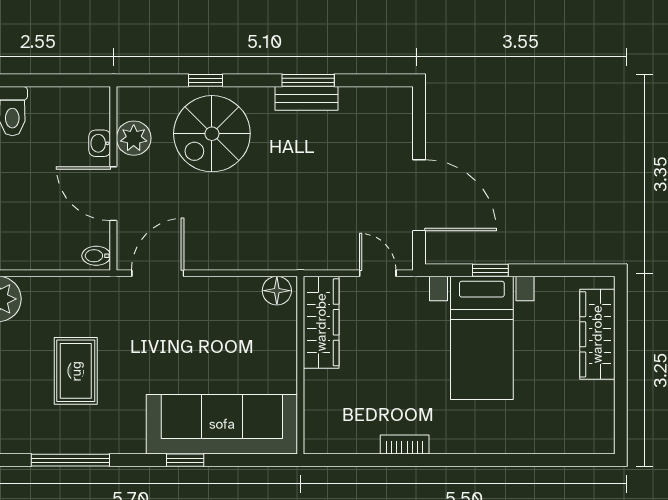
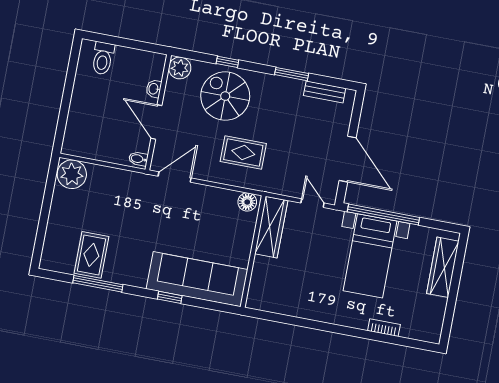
bench: (306, 98) -> (325, 92), moved
spiral stairs: (212, 134) -> (225, 96), turned 90
plant: (134, 138) -> (180, 68), moved
rug: (256, 215) -> (243, 153), added
window: (490, 270) -> (383, 215), width x3.17
rug: (76, 371) -> (91, 255), moved
bookcase: (405, 444) -> (384, 328), moved

